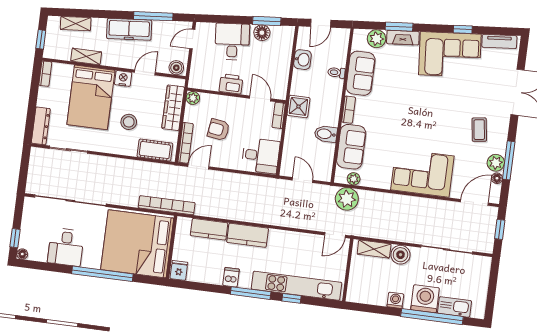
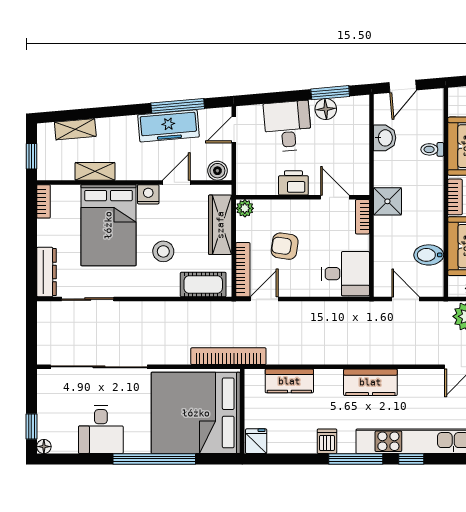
freezer: (129, 29) -> (168, 126), moved
bidet: (326, 134) -> (429, 255), moved
kitchen counter: (248, 235) -> (370, 382), moved

